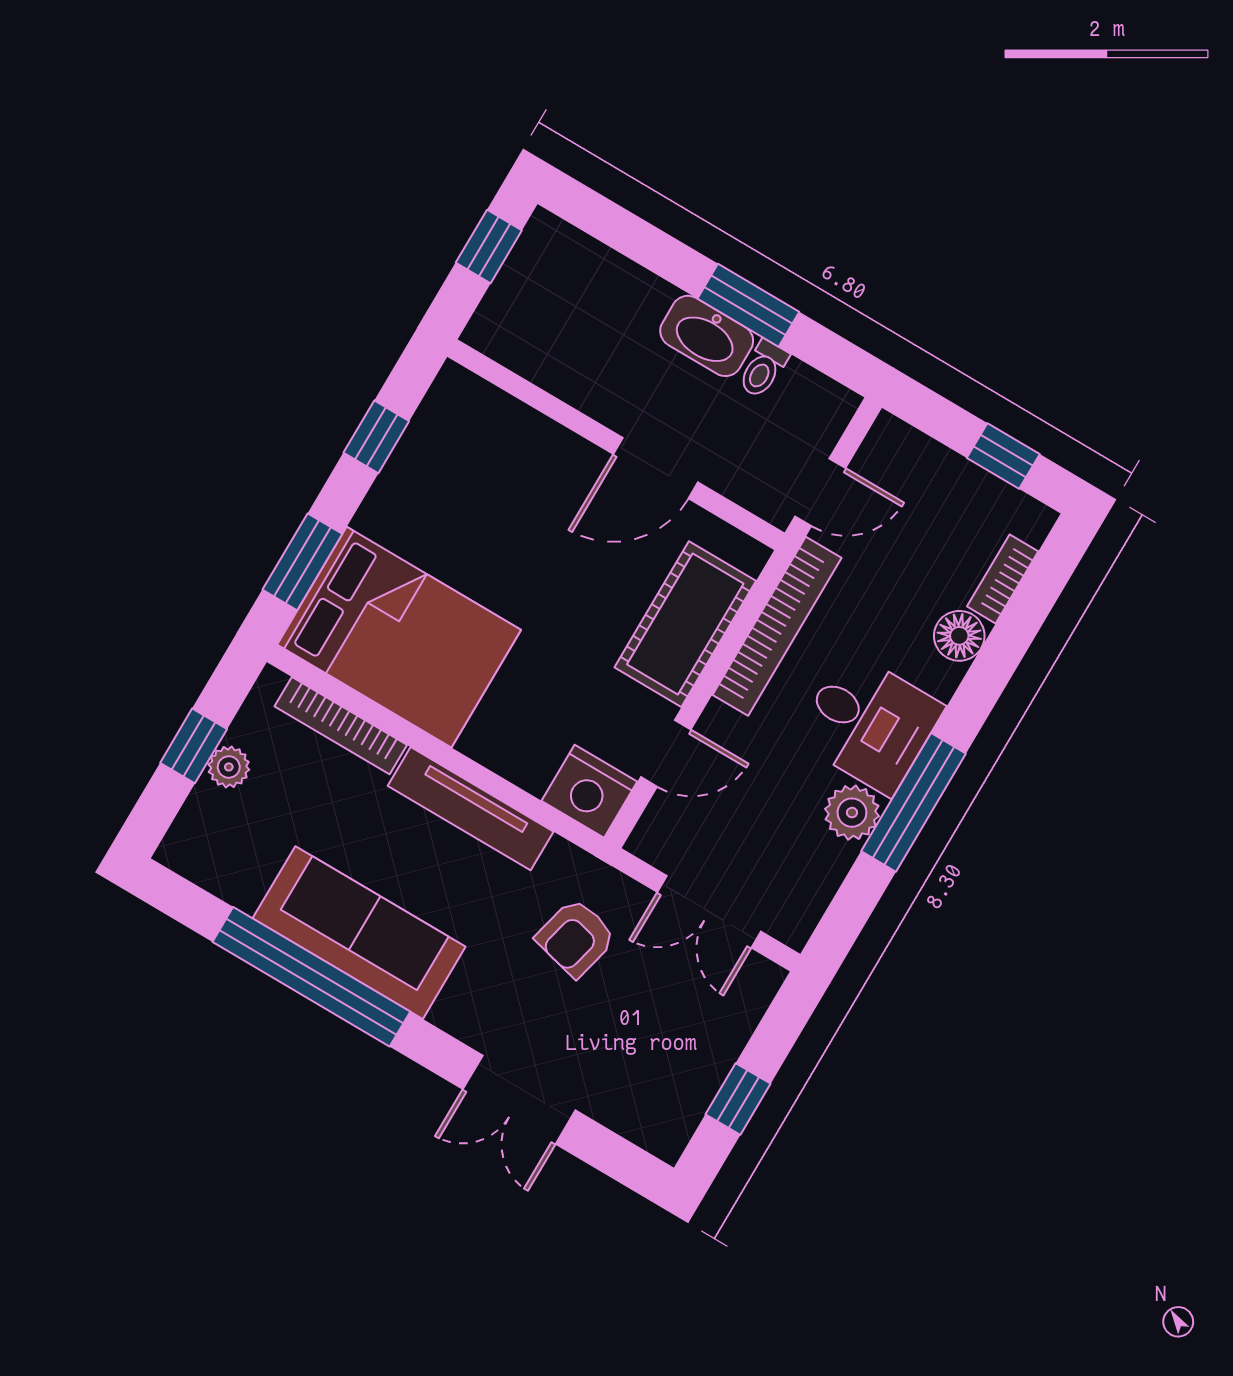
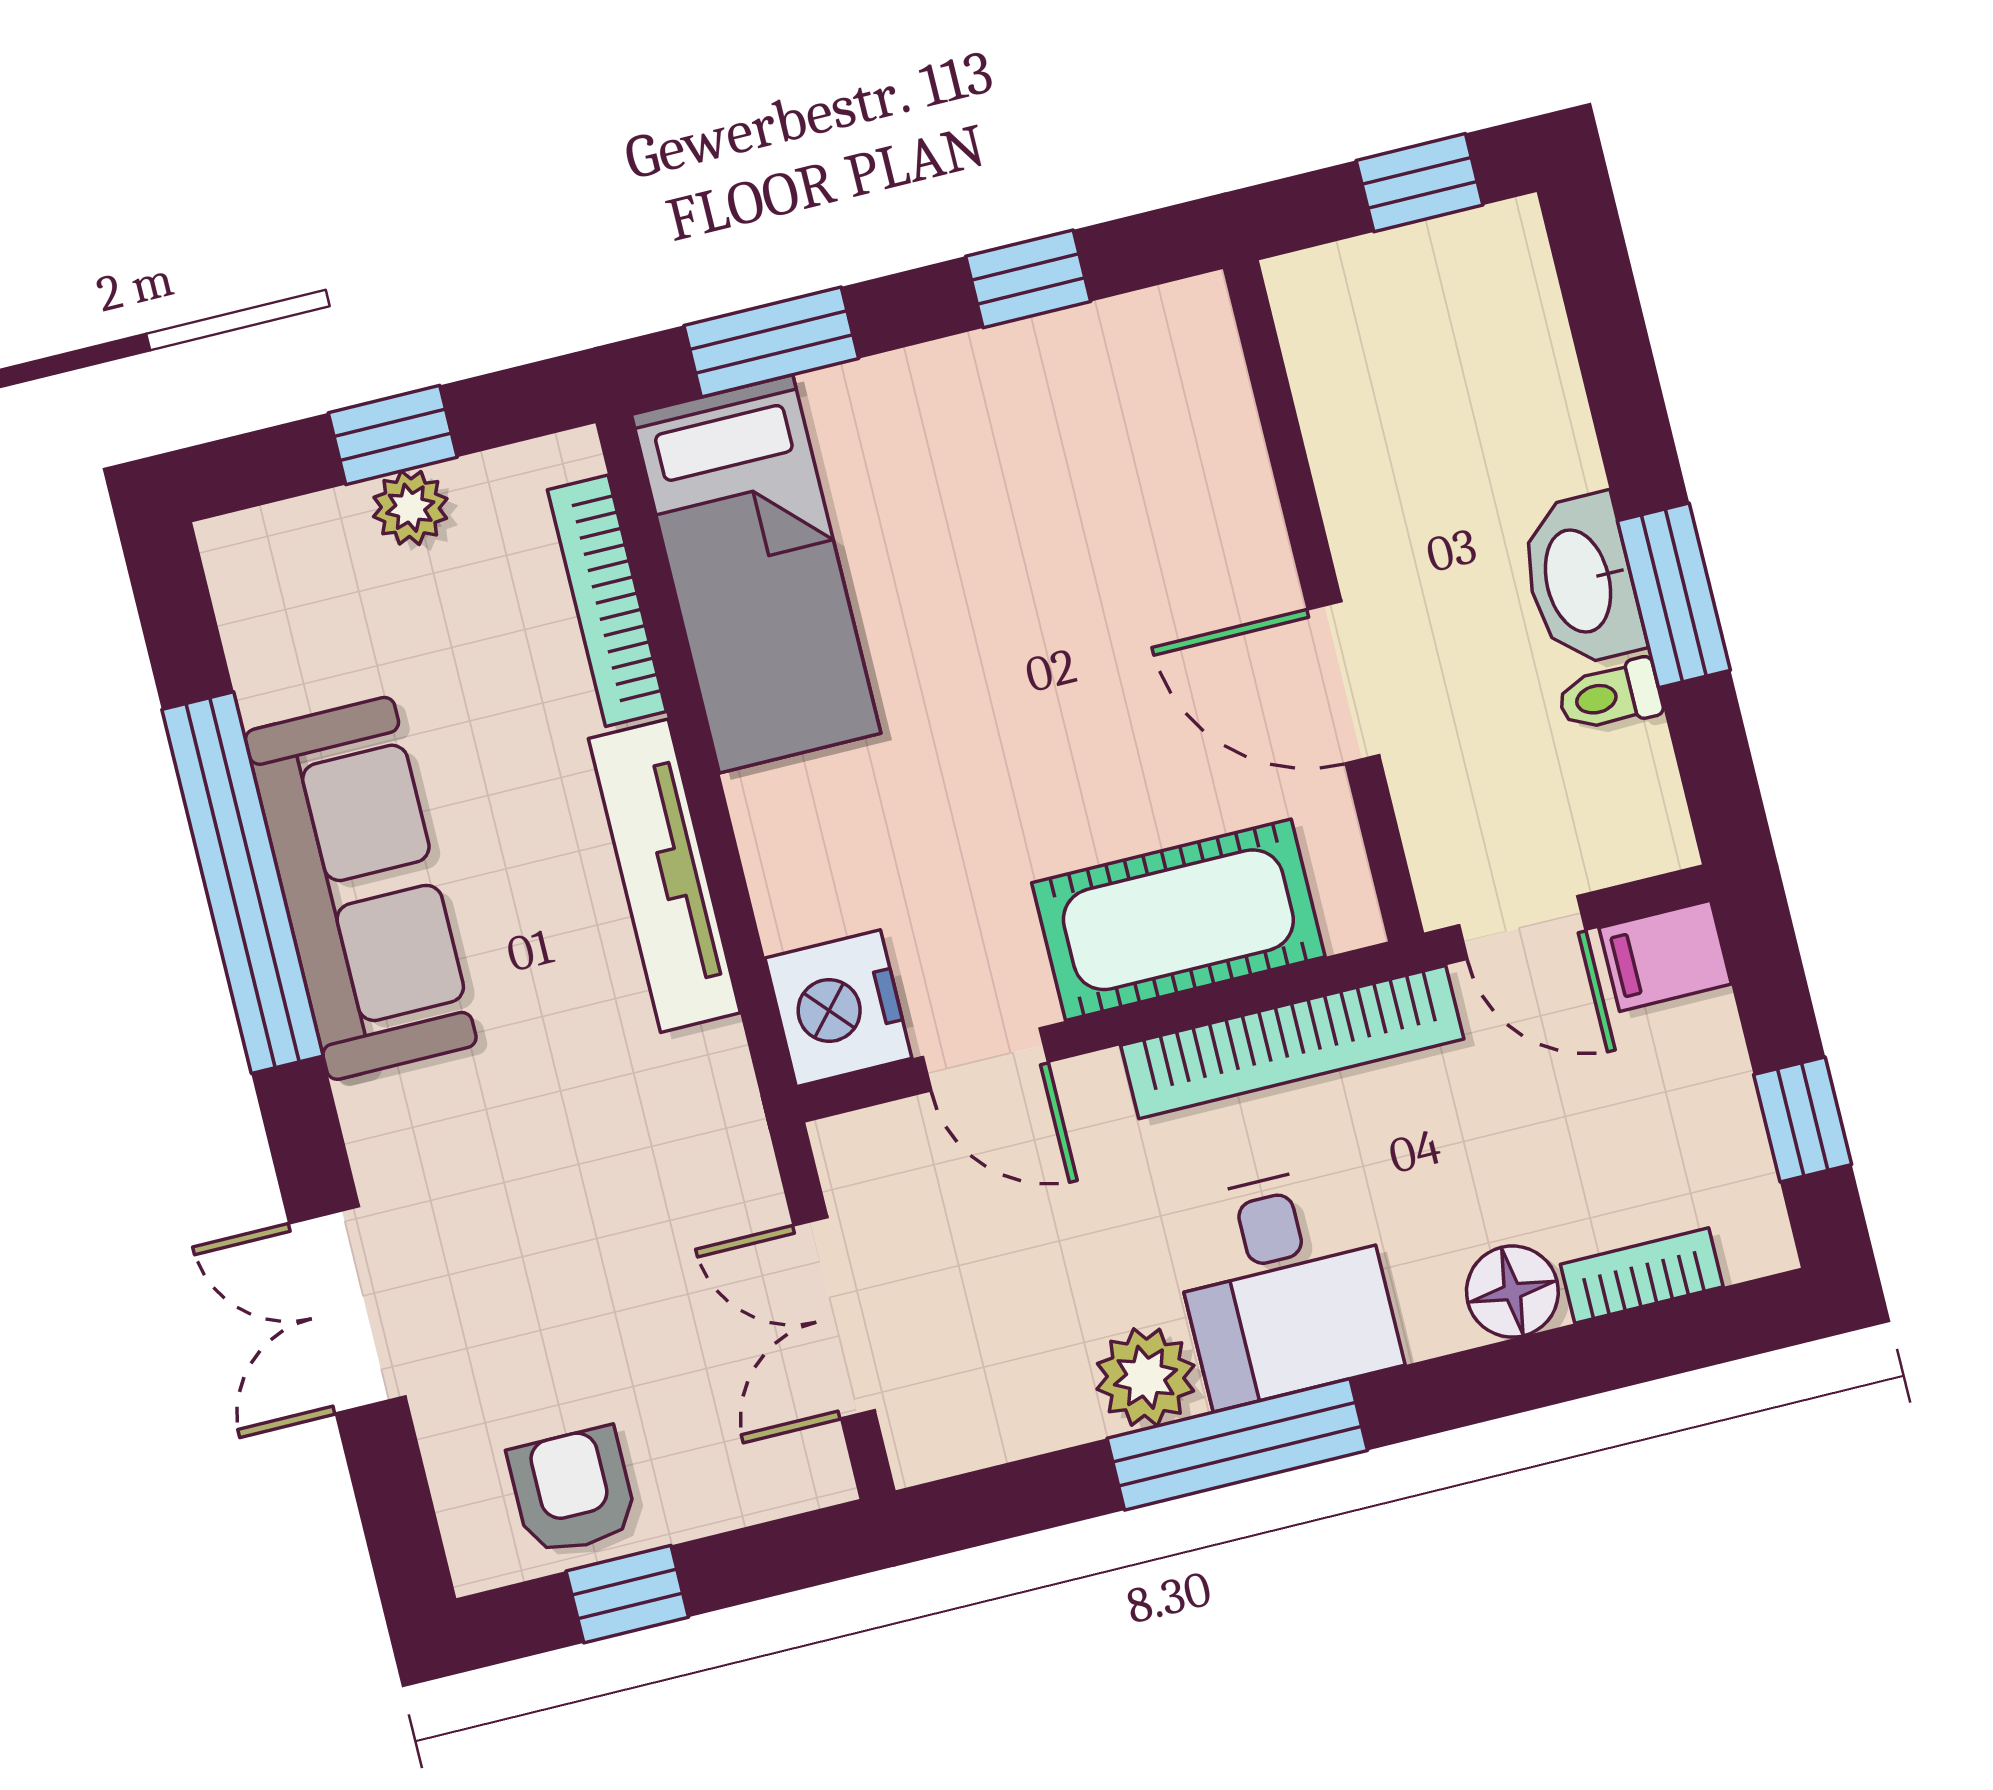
filing cabinet: (886, 447) -> (1665, 956), added
bed: (399, 637) -> (756, 574), width x0.67
armchair: (576, 938) -> (573, 1491), moved, turned 76

